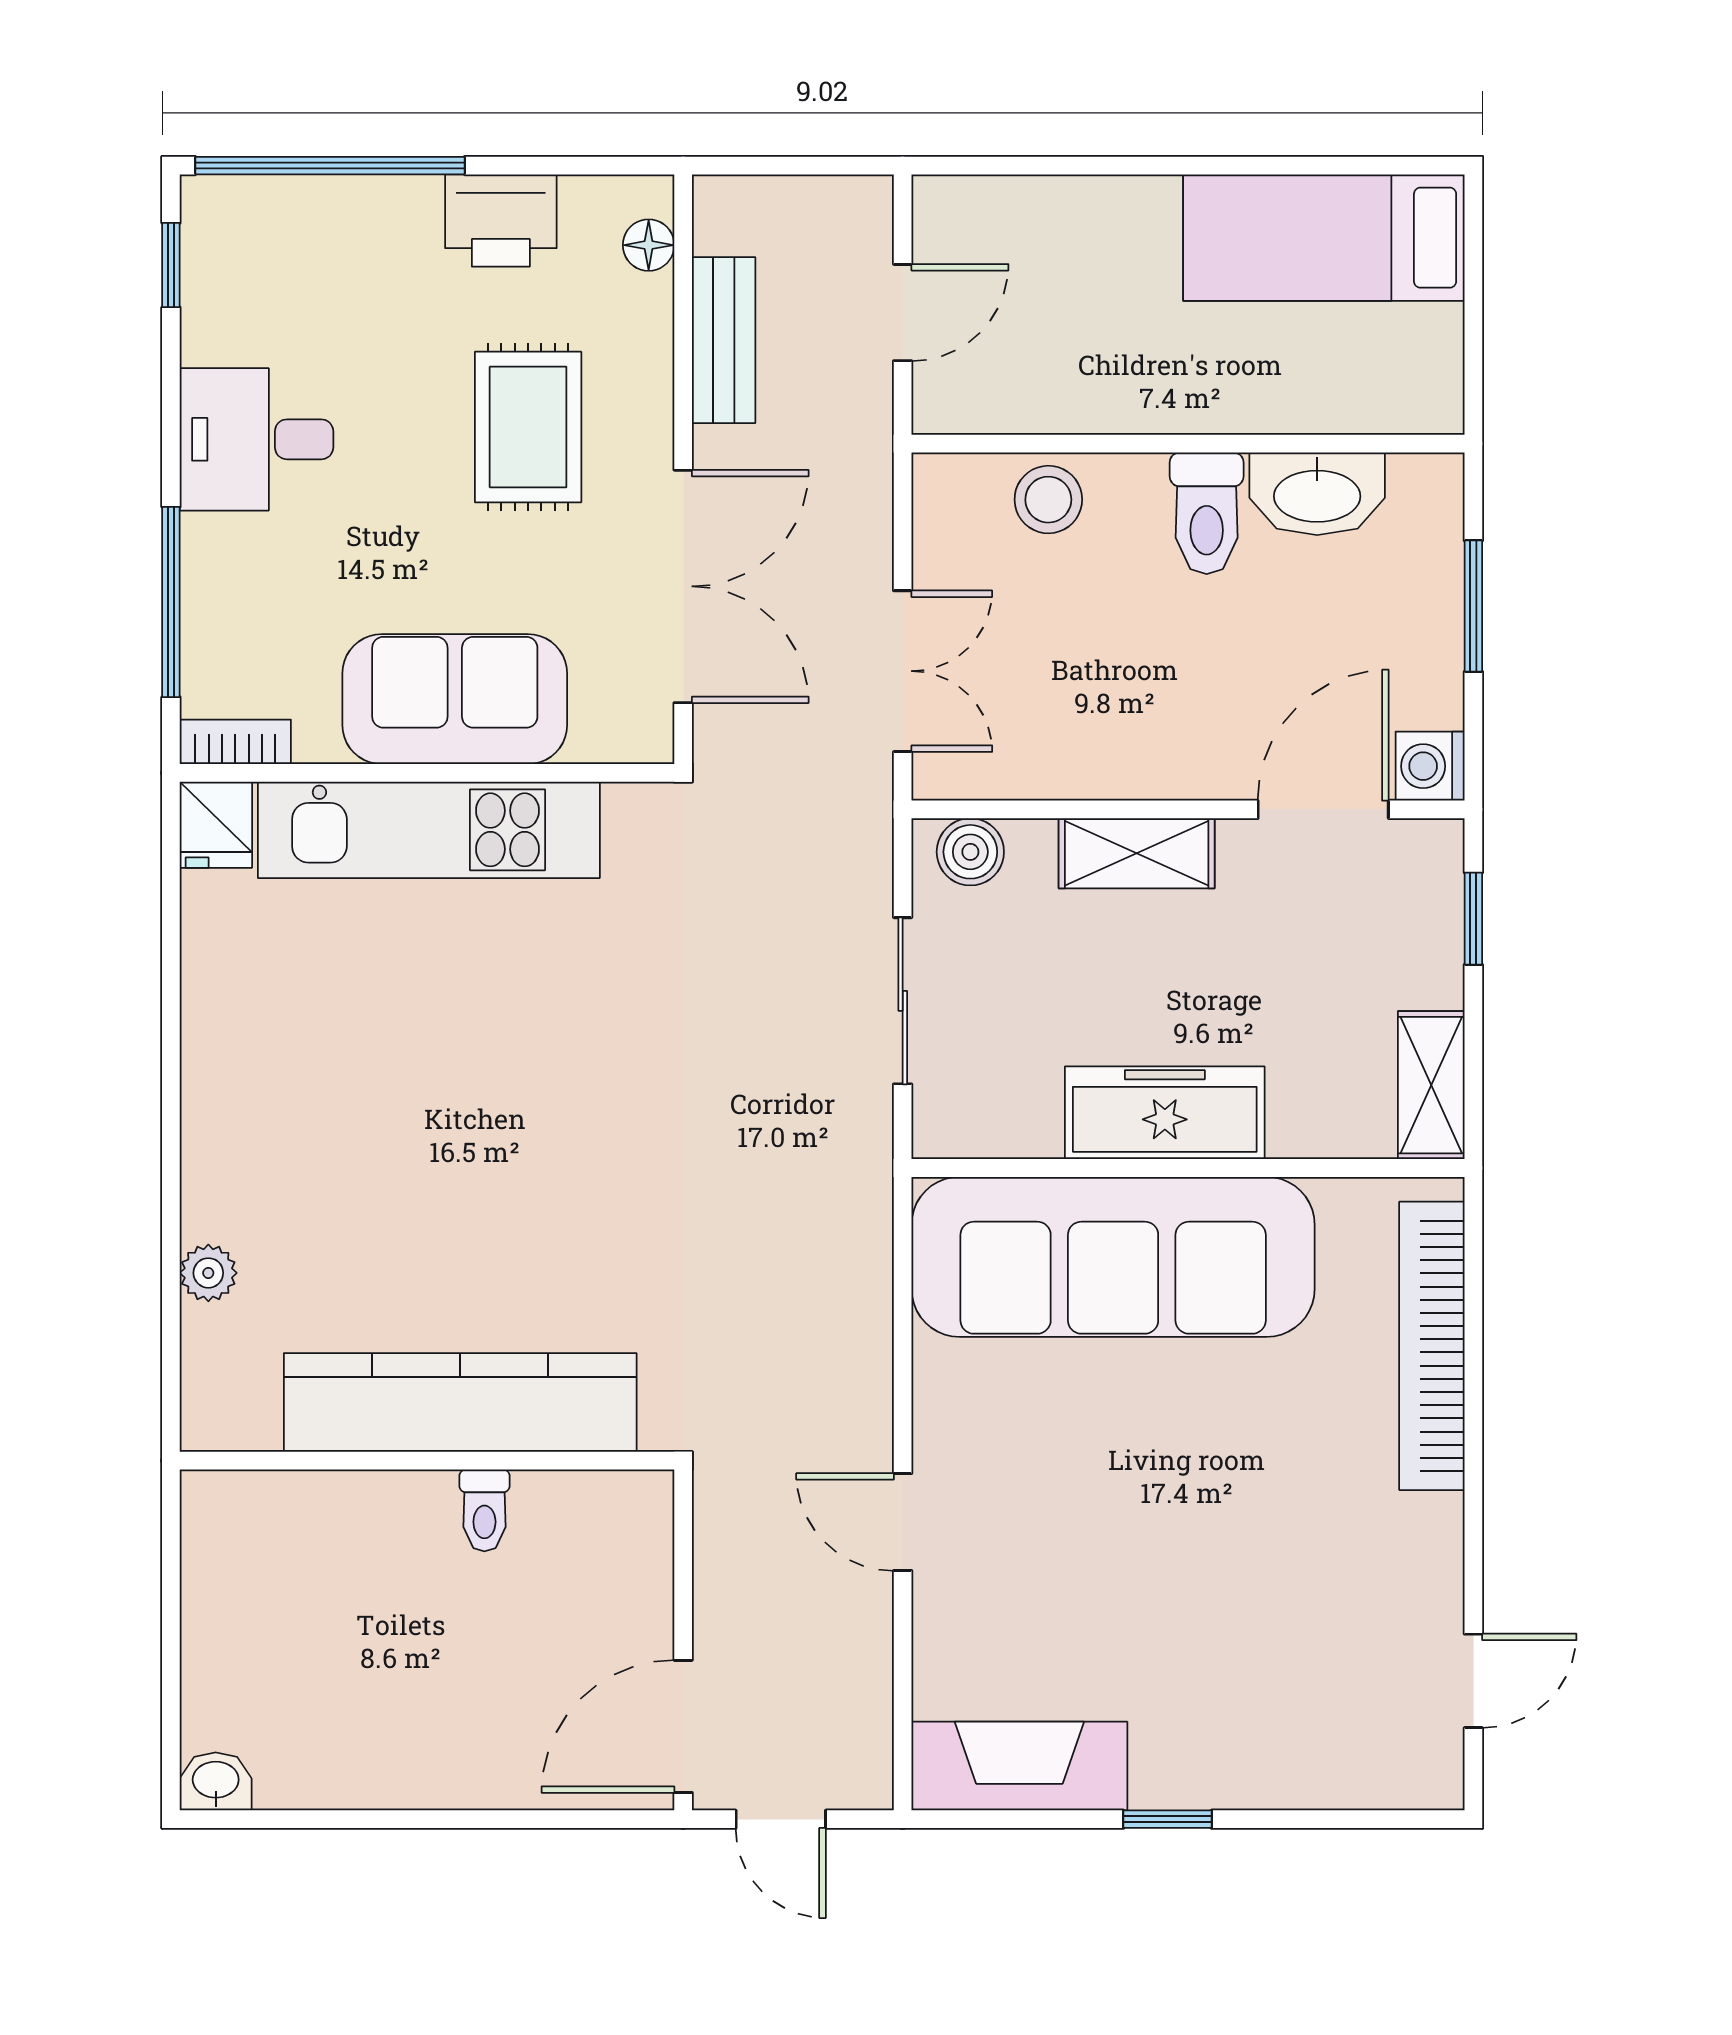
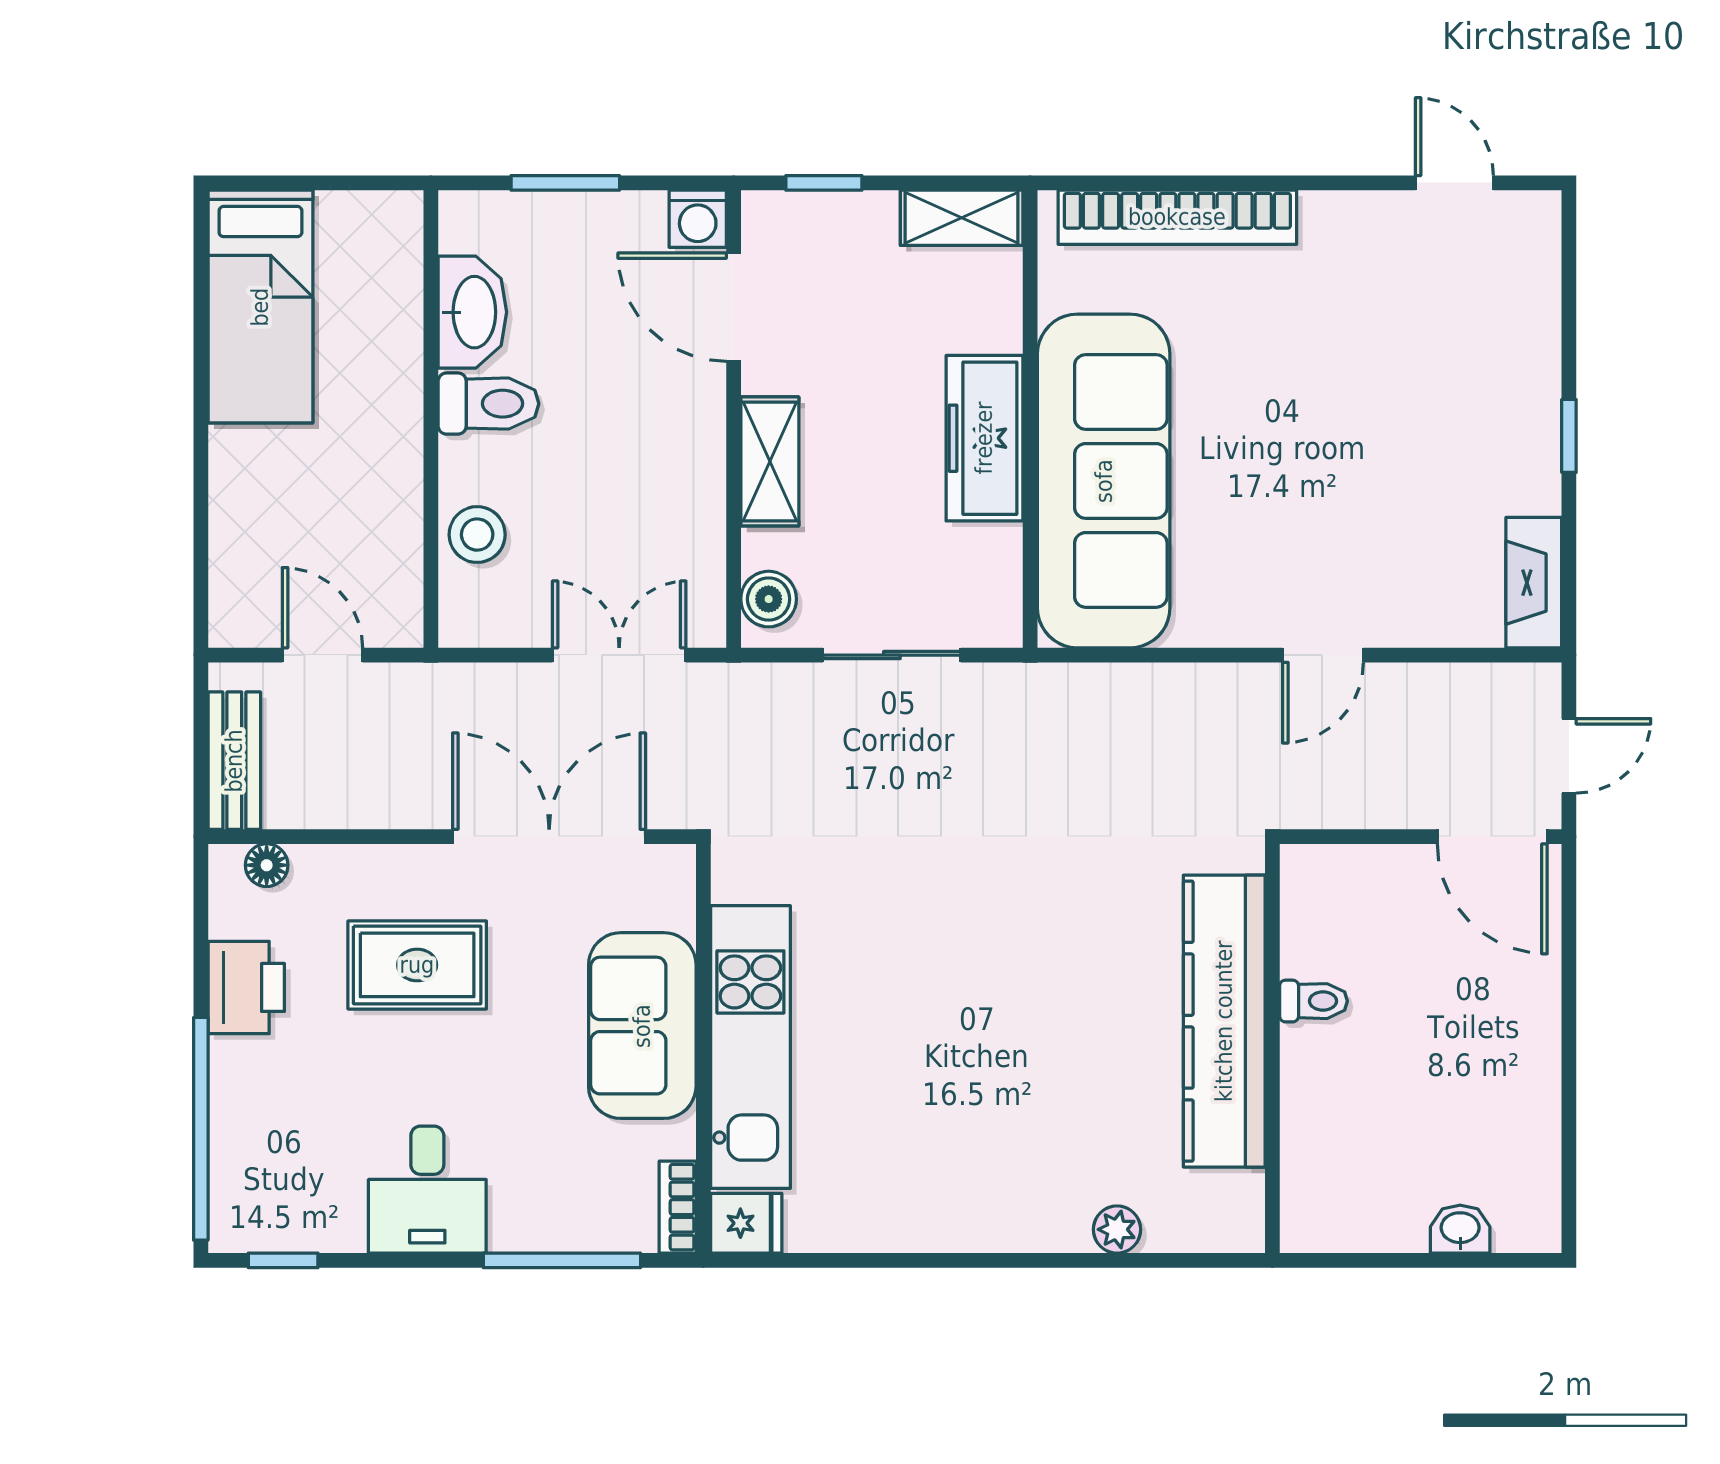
bench: (724, 340) -> (234, 761), moved, turned 90
fireplace: (1019, 1766) -> (1534, 583), width x0.73, depth x0.76
washbasin: (216, 1781) -> (1460, 1229), moved, turned 90

